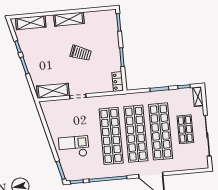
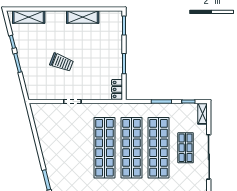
shelving: (69, 19) -> (83, 17), moved
trolley: (81, 53) -> (62, 62), moved
shelving: (53, 91) -> (46, 93), removed
checkout: (74, 147) -> (63, 156), removed

